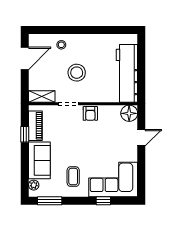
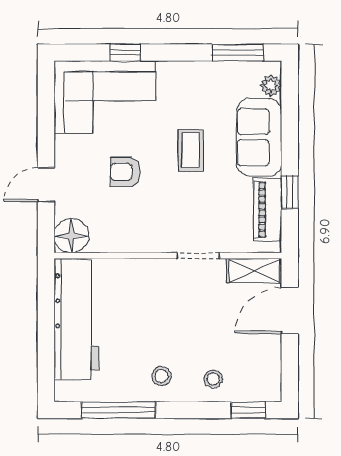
window: (45, 30) -> (248, 410), added
window: (107, 30) -> (118, 410), added
door: (25, 58) -> (290, 311), moved
stool: (77, 73) -> (161, 376), moved, width x0.53, depth x0.53
armchair: (90, 113) -> (125, 172), moved, turned -90
coffee table: (73, 177) -> (191, 150), moved

